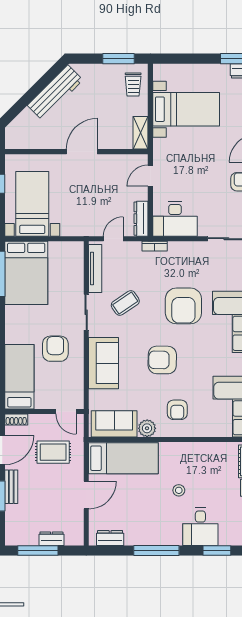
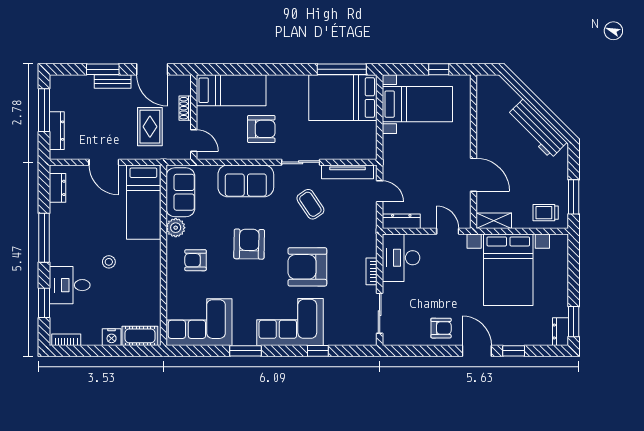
bed with nightstands: (186, 109) -> (508, 270), width x1.36
door: (82, 152) -> (474, 175), moved
bookcase: (155, 246) -> (372, 271), moved
door: (66, 412) -> (194, 140), swing flipped
shoe rack: (16, 419) -> (185, 108), moved
dresser: (51, 539) -> (57, 131), width x1.44

